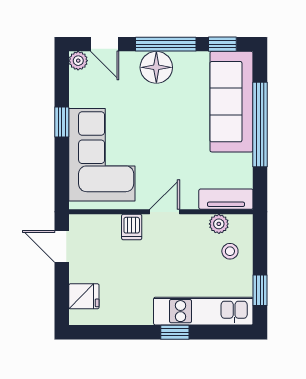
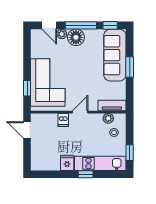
plant: (78, 61) -> (62, 34), moved
window: (62, 122) -> (27, 88), moved
window: (260, 125) -> (130, 67), width x0.47
fridge: (84, 296) -> (67, 163), moved, turned -90

